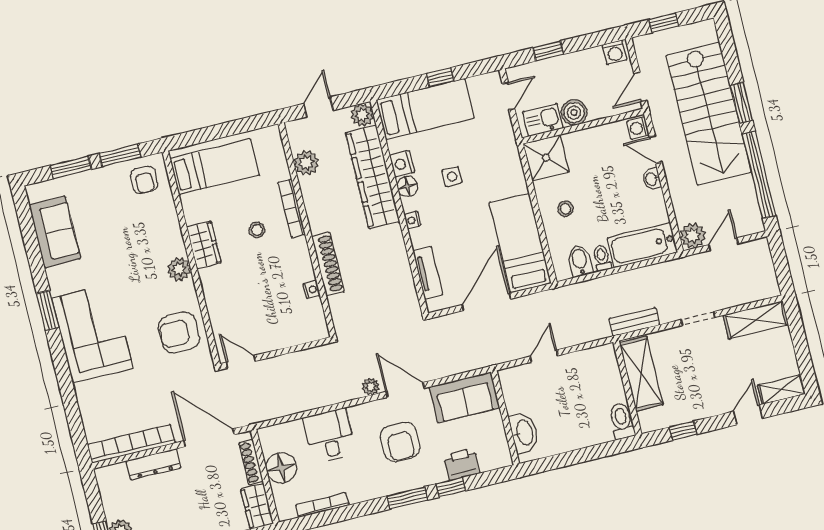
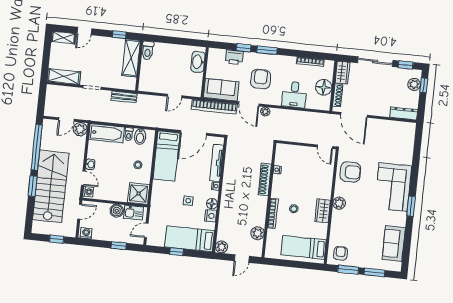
wardrobe: (373, 177) -> (227, 215), removed
tv unit: (428, 273) -> (217, 163), width x1.41
shelving: (641, 374) -> (131, 58), moved
bookcase: (131, 444) -> (214, 107), moved
dresser: (153, 464) -> (404, 113), moved

